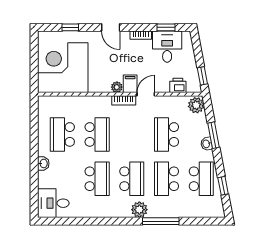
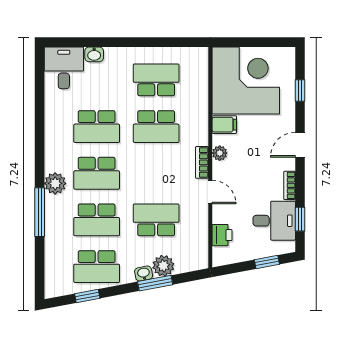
window: (202, 76) -> (267, 262), moved
filing cabinet: (130, 84) -> (224, 125), moved
plant: (196, 105) -> (163, 266), moved
washbasin: (43, 163) -> (94, 54), moved
school desk: (167, 179) -> (97, 220), turned 180

